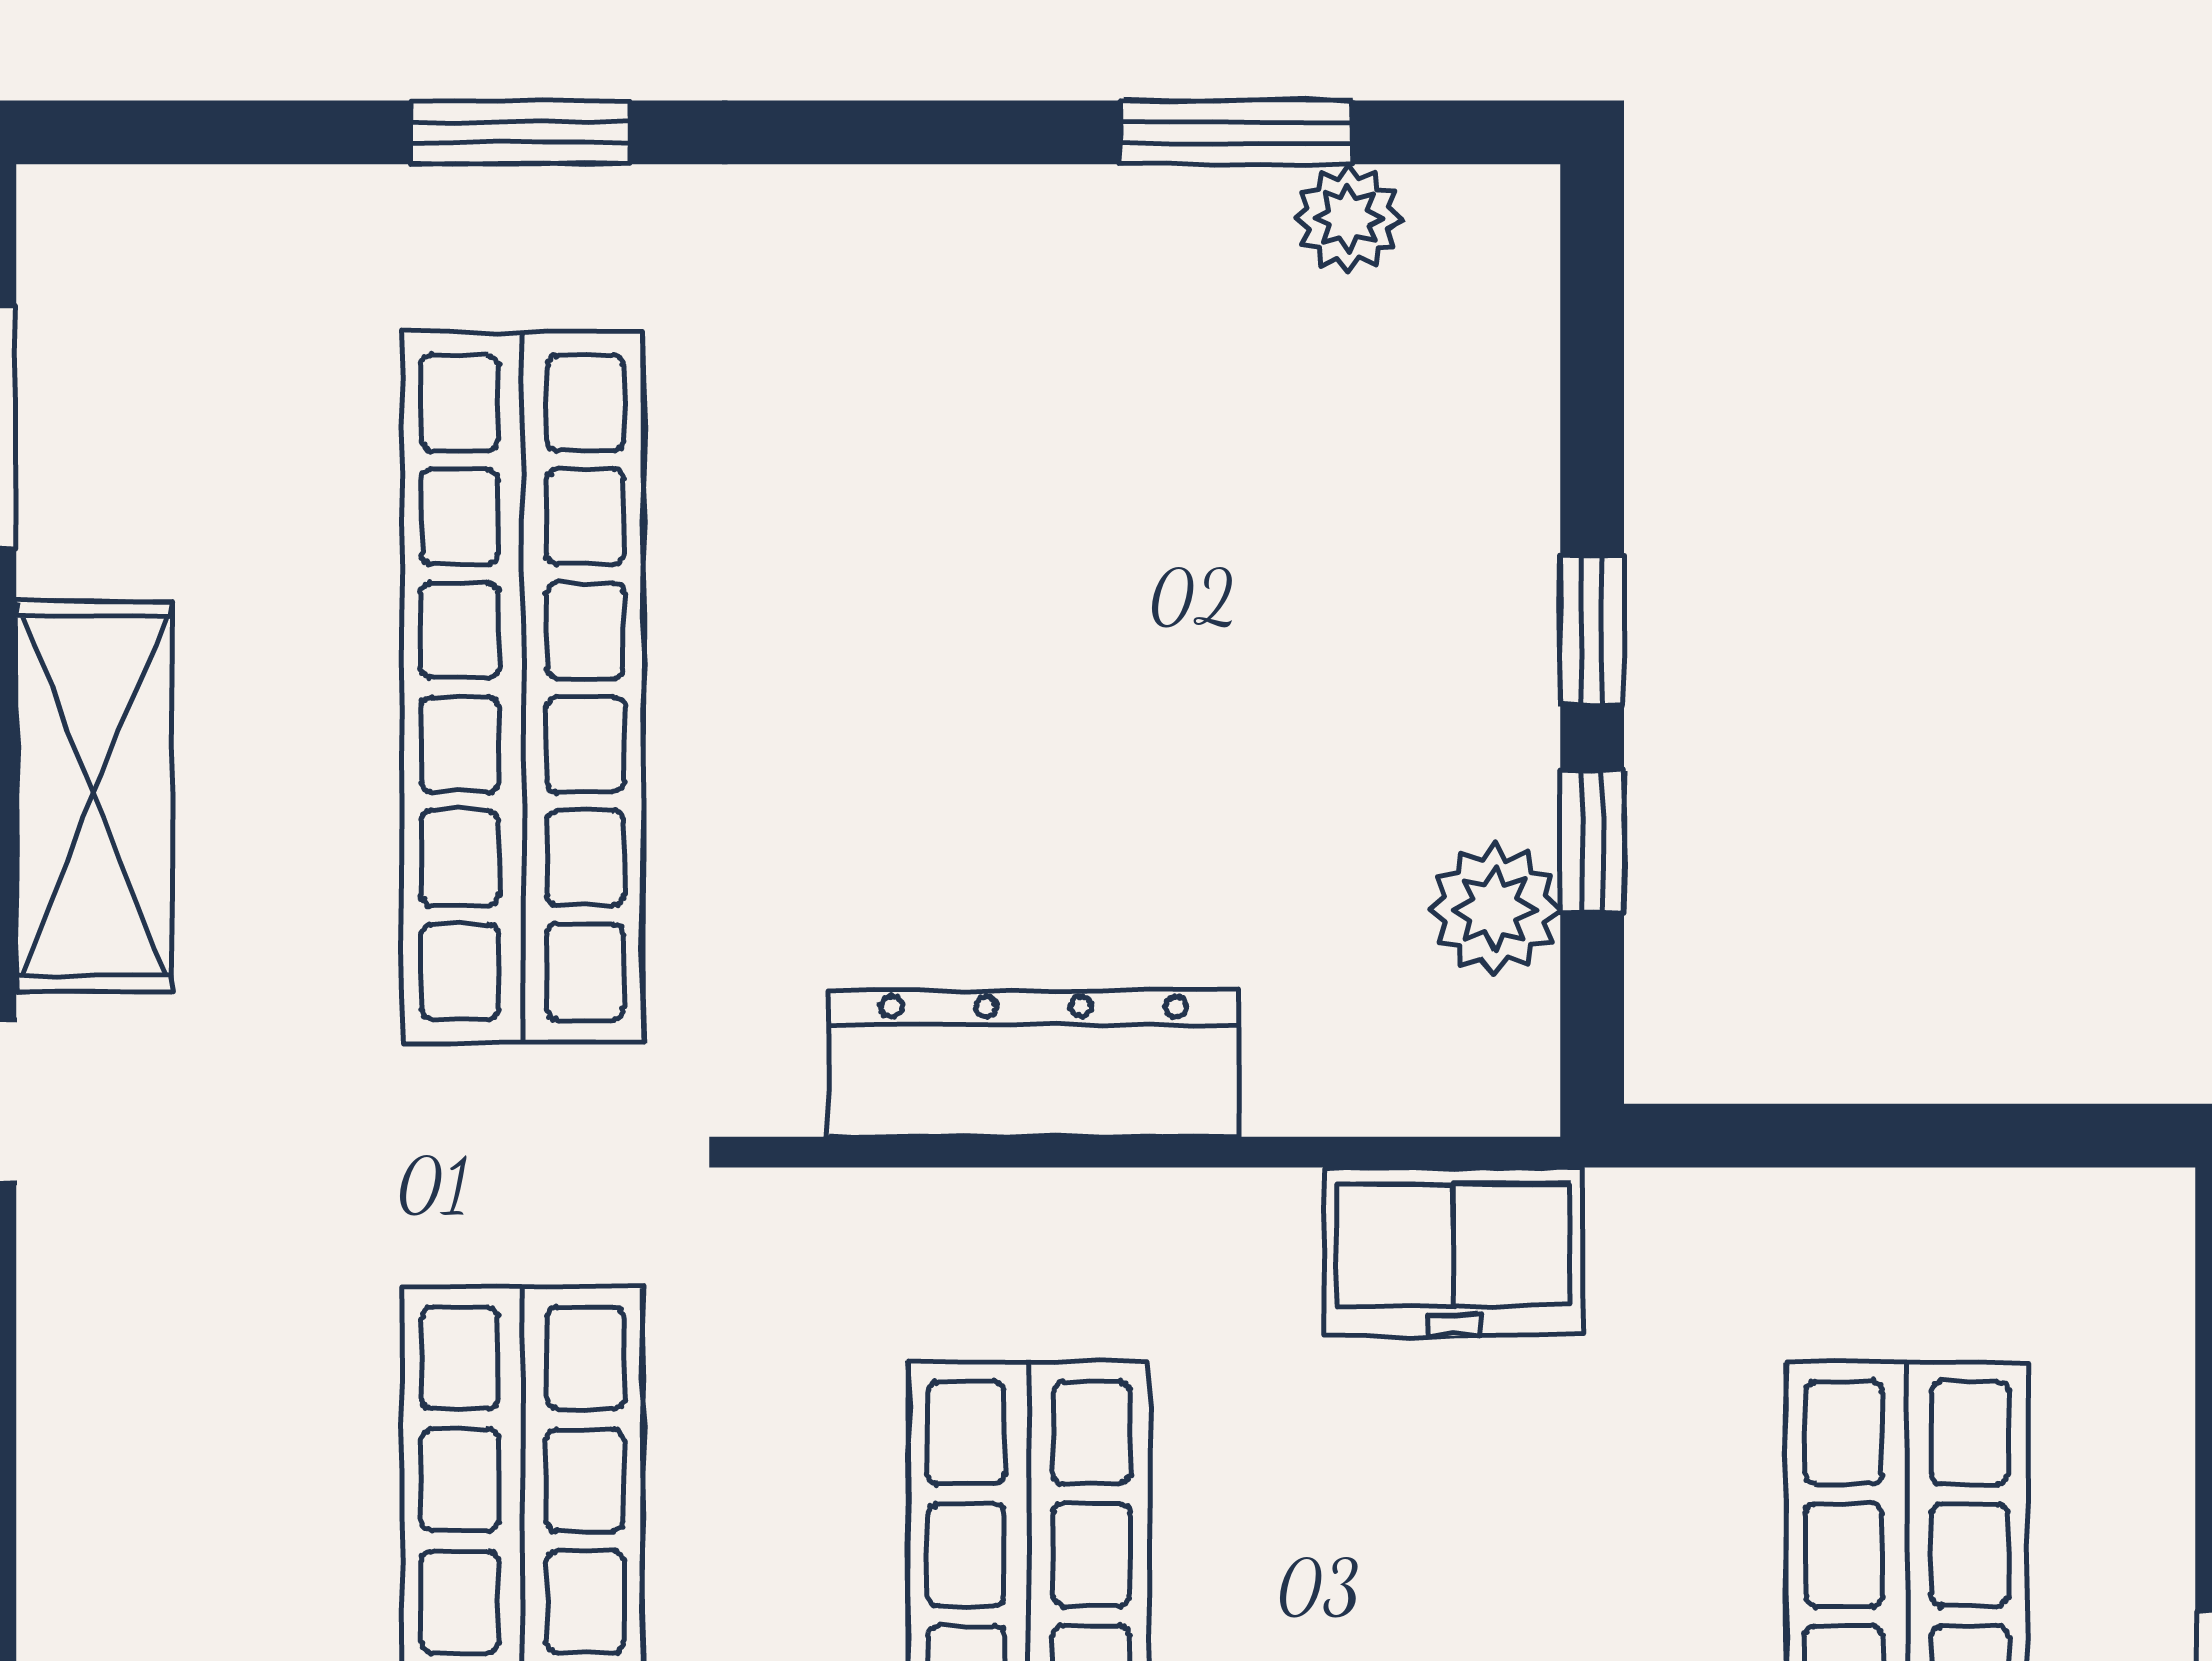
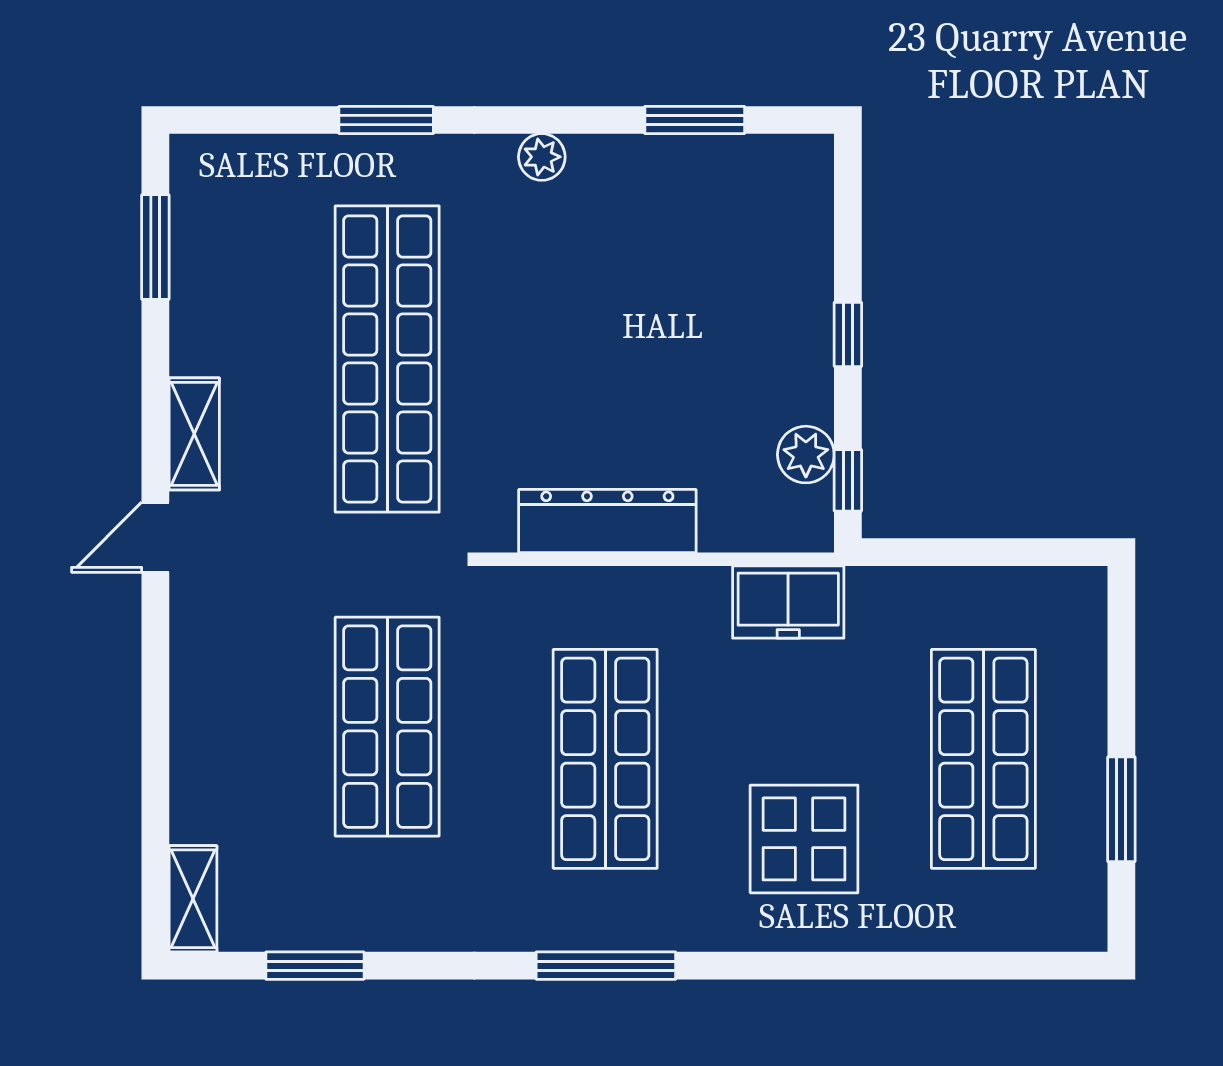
plant: (1348, 218) -> (542, 157), moved
shelving: (94, 796) -> (194, 434), width x0.67, depth x0.75
window: (1592, 842) -> (848, 480), moved

